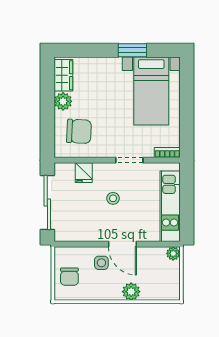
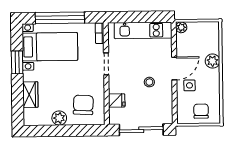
wardrobe: (63, 75) -> (30, 95), moved, turned 90
window: (187, 104) -> (60, 18), added
stool: (113, 198) -> (149, 82), moved
chair: (69, 277) -> (201, 111), turned -90

